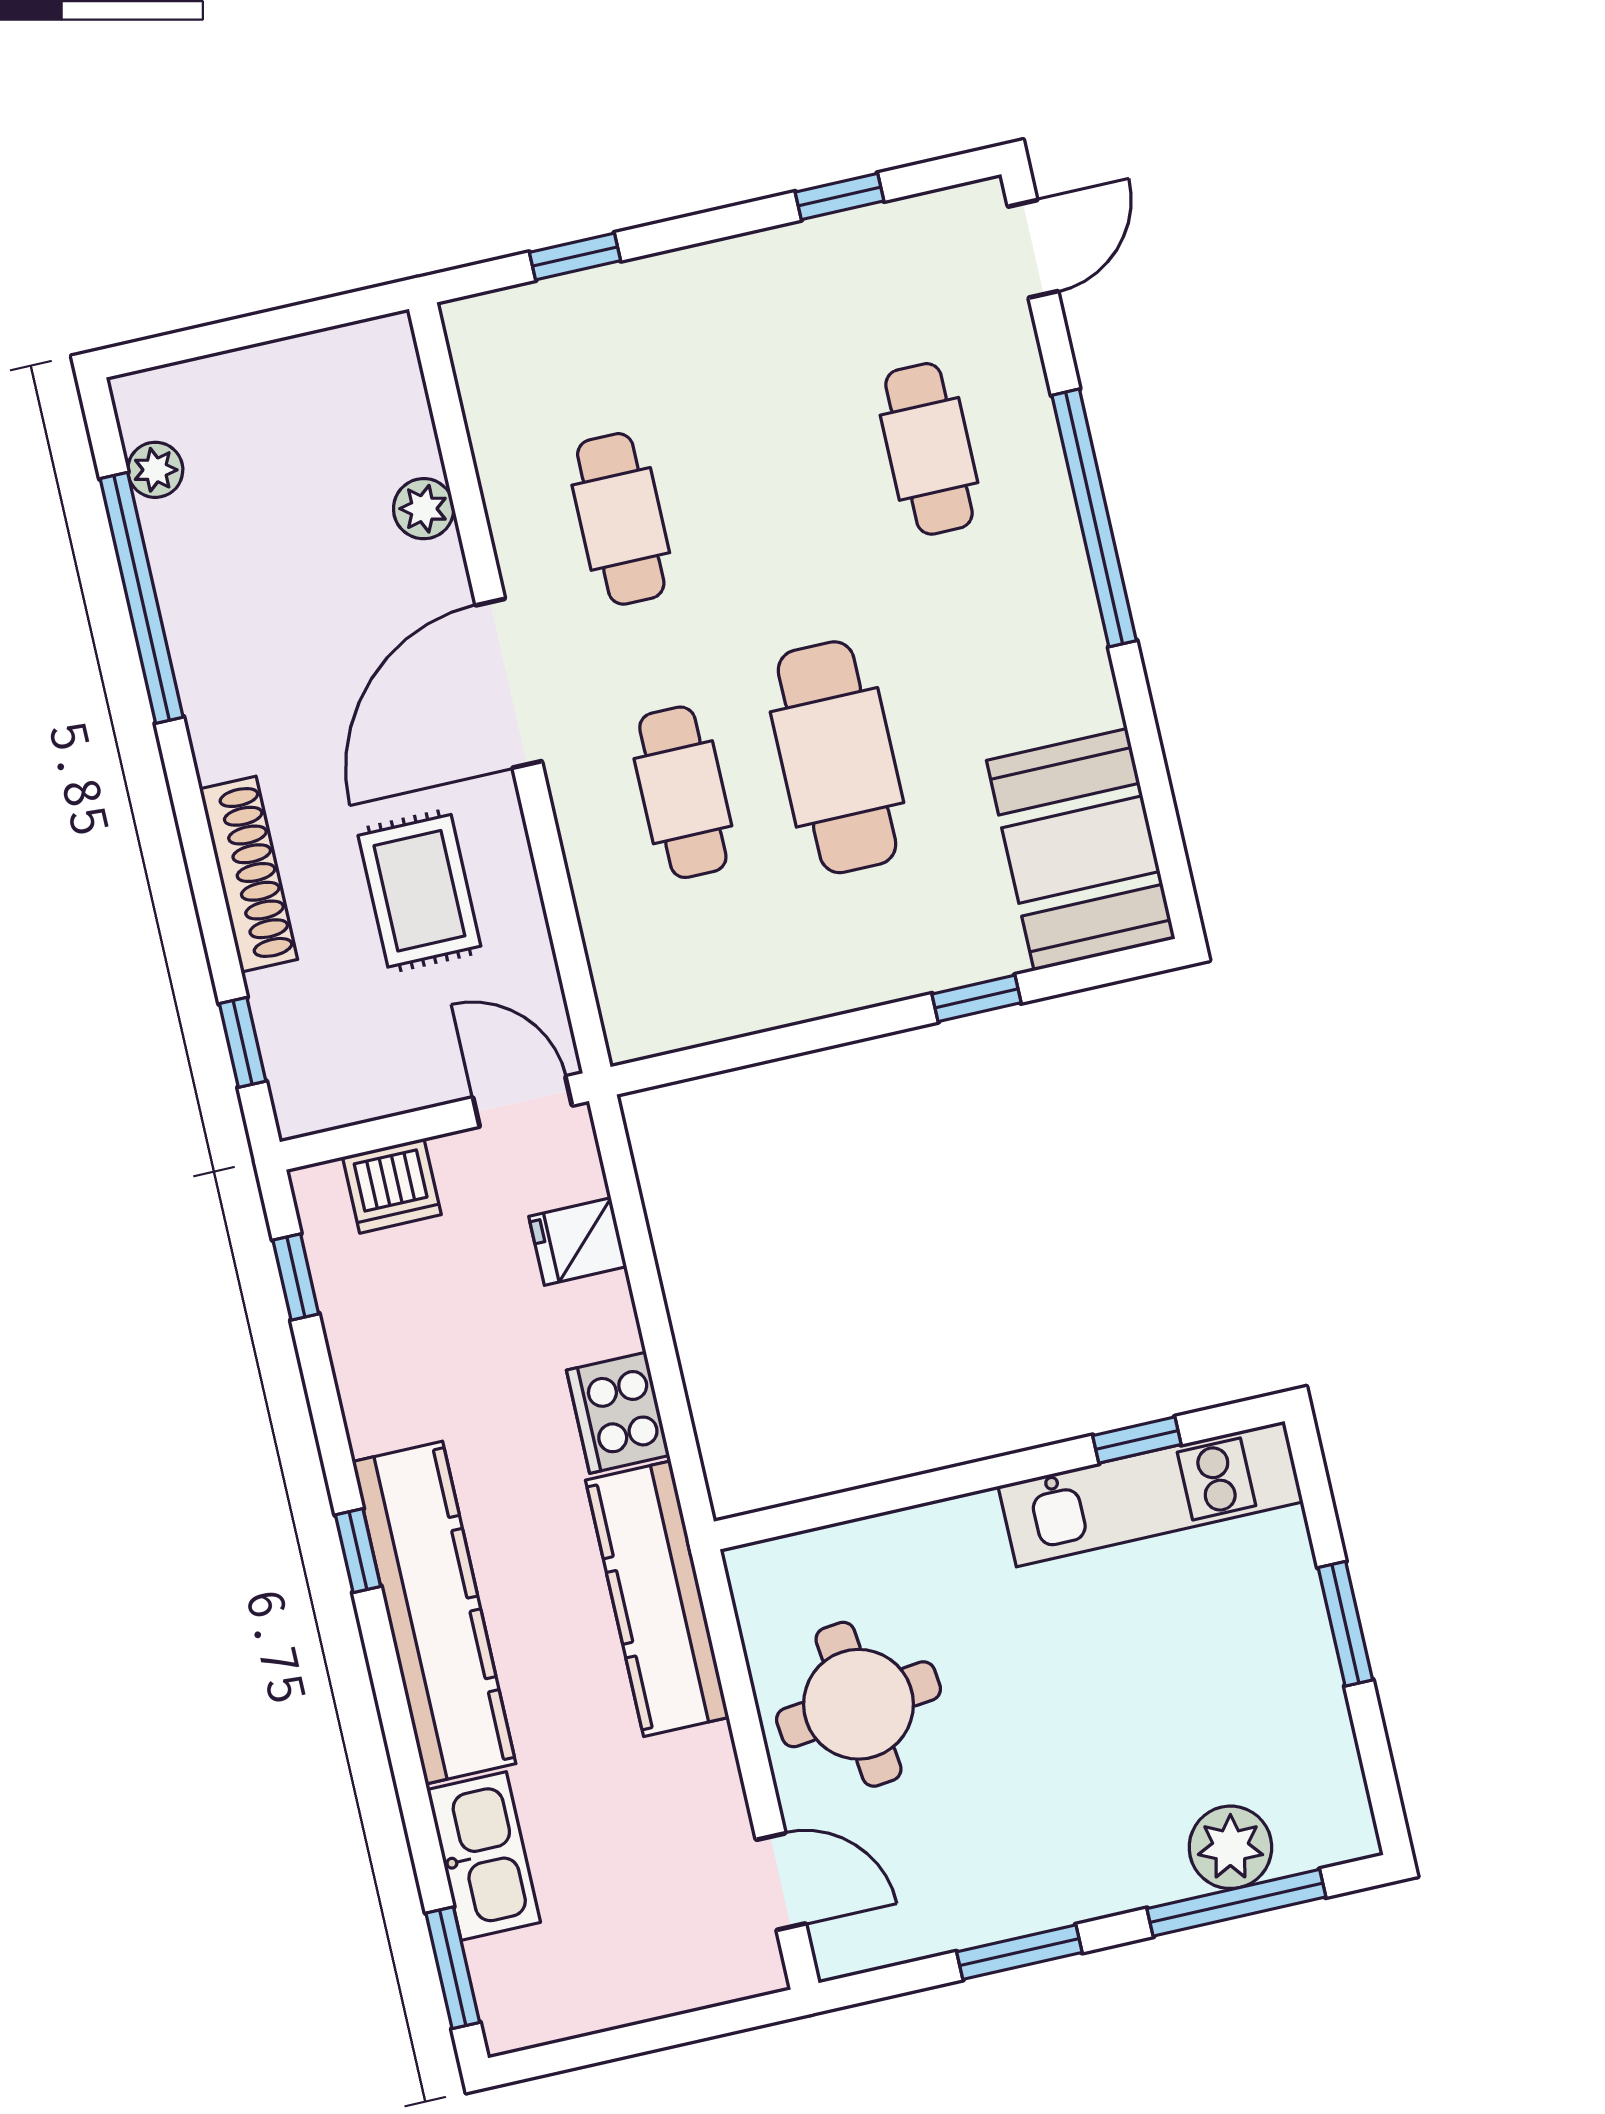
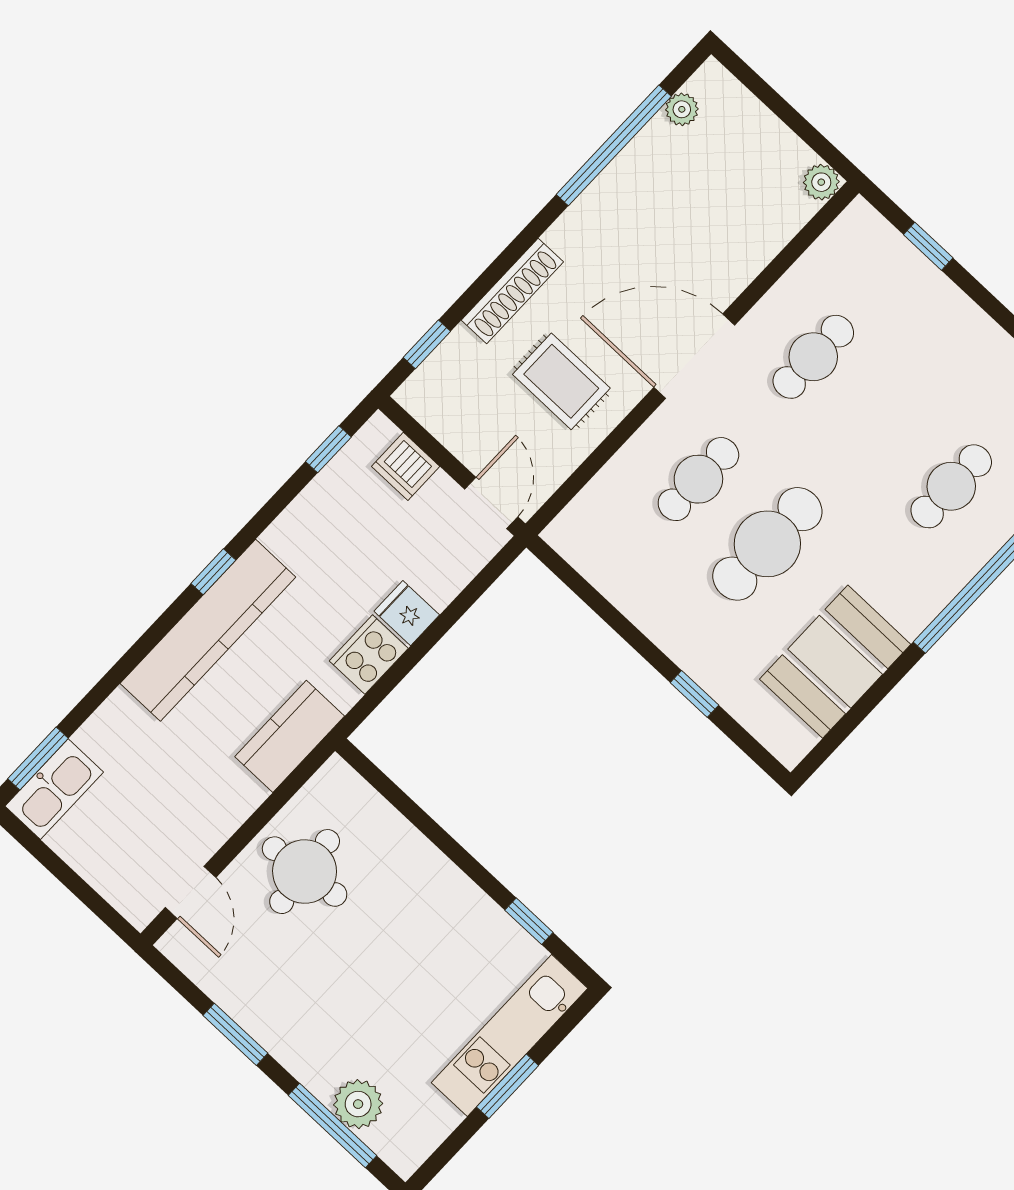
plant: (424, 509) -> (821, 182), moved
booth: (1081, 850) -> (835, 662), moved
rug: (419, 891) -> (561, 381), turned 90
fridge: (578, 1241) -> (407, 613), moved
kitchen unit: (1151, 1494) -> (510, 1035), moved, turned 90
kitchen counter: (657, 1599) -> (290, 736), width x0.67
kitchen sink: (484, 1856) -> (54, 789), moved

